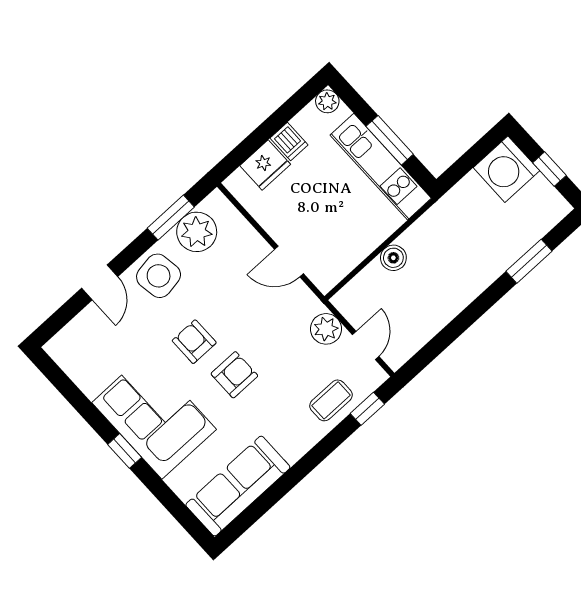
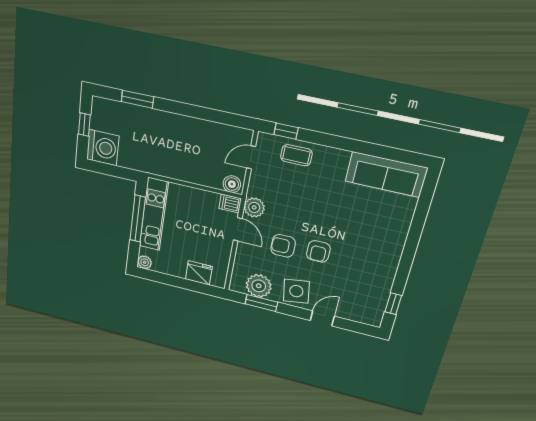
window: (390, 140) -> (138, 219), width x1.44
dishwasher: (289, 141) -> (230, 204), moved, turned -90
boiler: (393, 258) -> (232, 184), moved
plant: (326, 329) -> (254, 207), moved
armchair: (234, 375) -> (283, 246), moved
corner sofa: (154, 416) -> (377, 247), removed
window: (125, 451) -> (393, 304), moved

